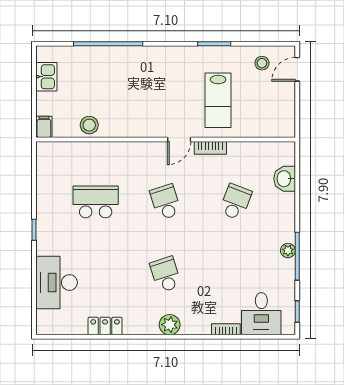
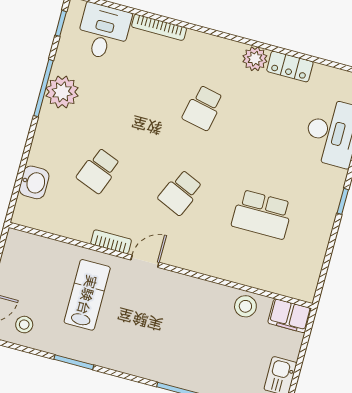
filing cabinet: (44, 127) -> (290, 316), width x2.00
school desk: (166, 202) -> (180, 192), turned 42
plant: (288, 251) -> (62, 92), width x1.88, depth x1.88
school desk: (166, 274) -> (203, 108), turned 30
plant: (170, 325) -> (255, 59), moved
bookcase: (226, 329) -> (159, 27), width x1.56

